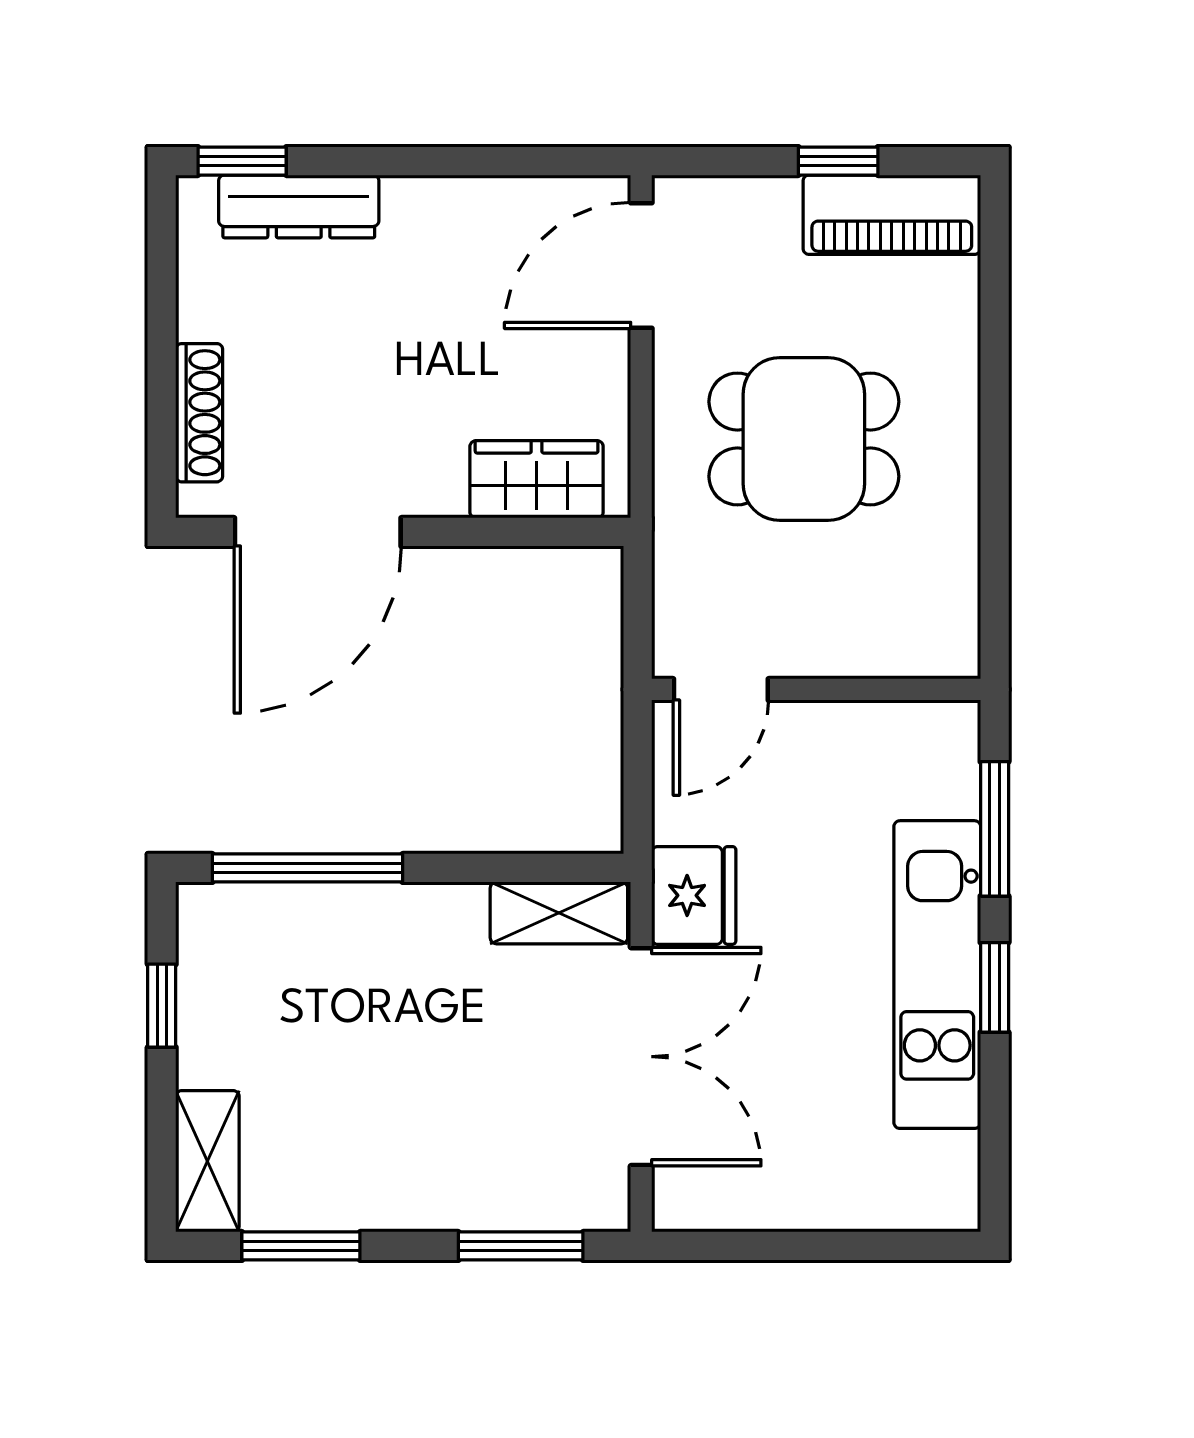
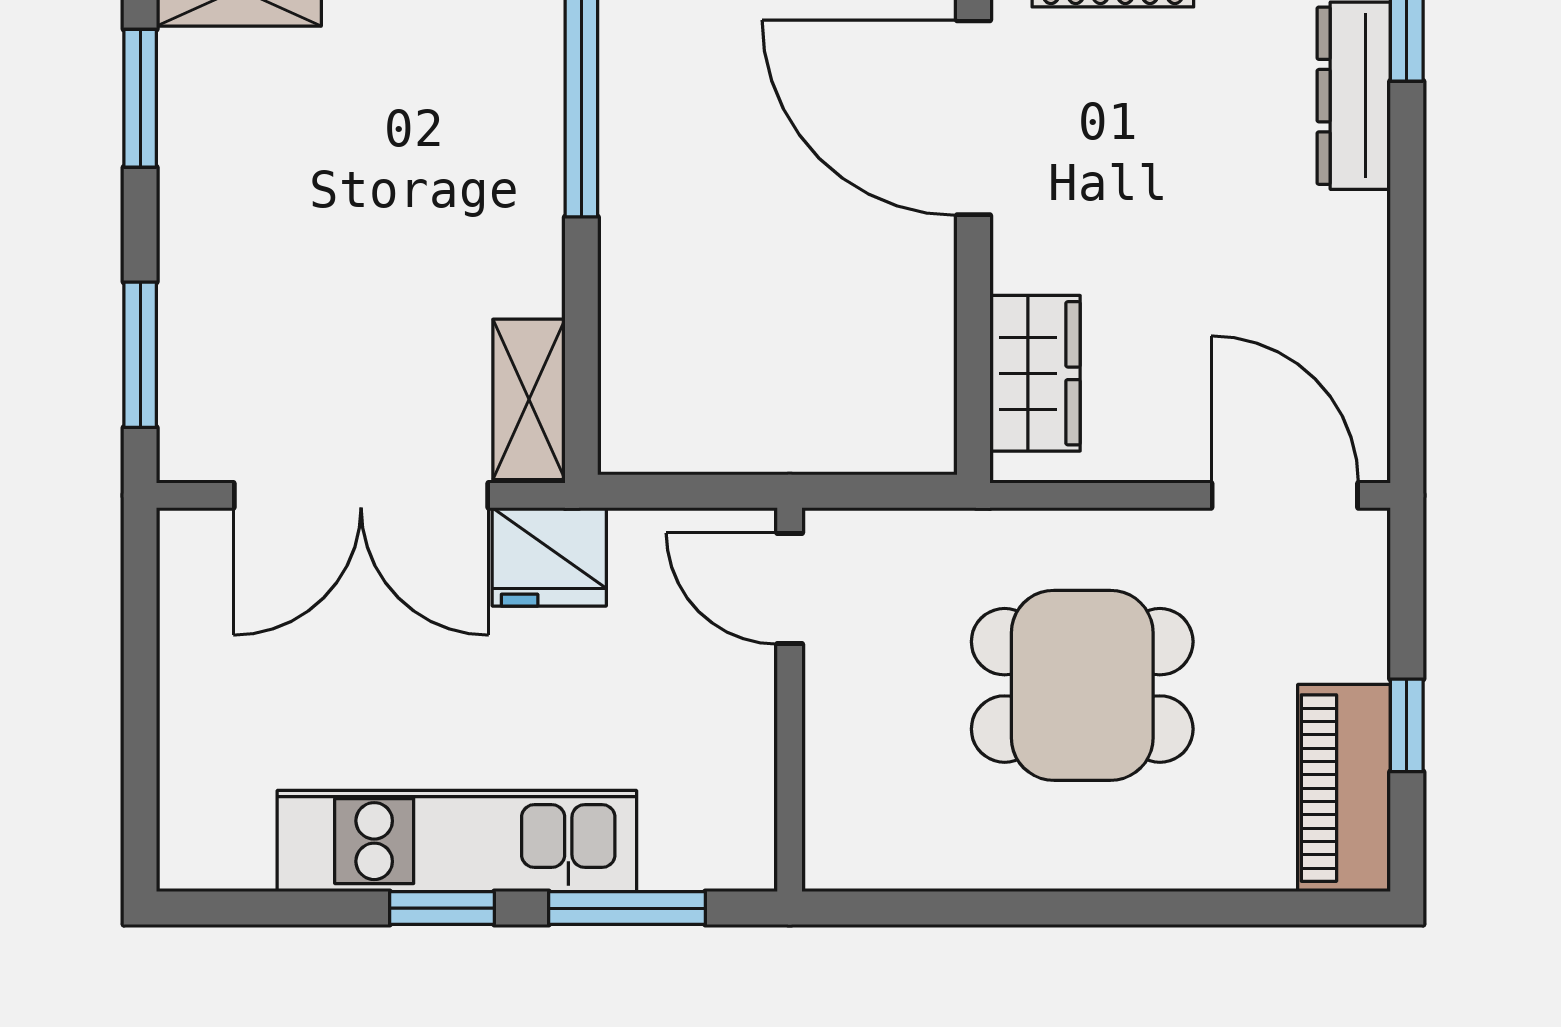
dining table: (804, 439) -> (1082, 685), turned 90

